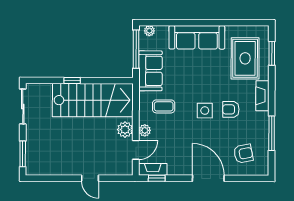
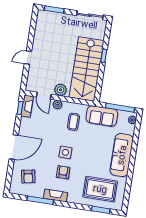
fireplace: (262, 96) -> (56, 195), moved

